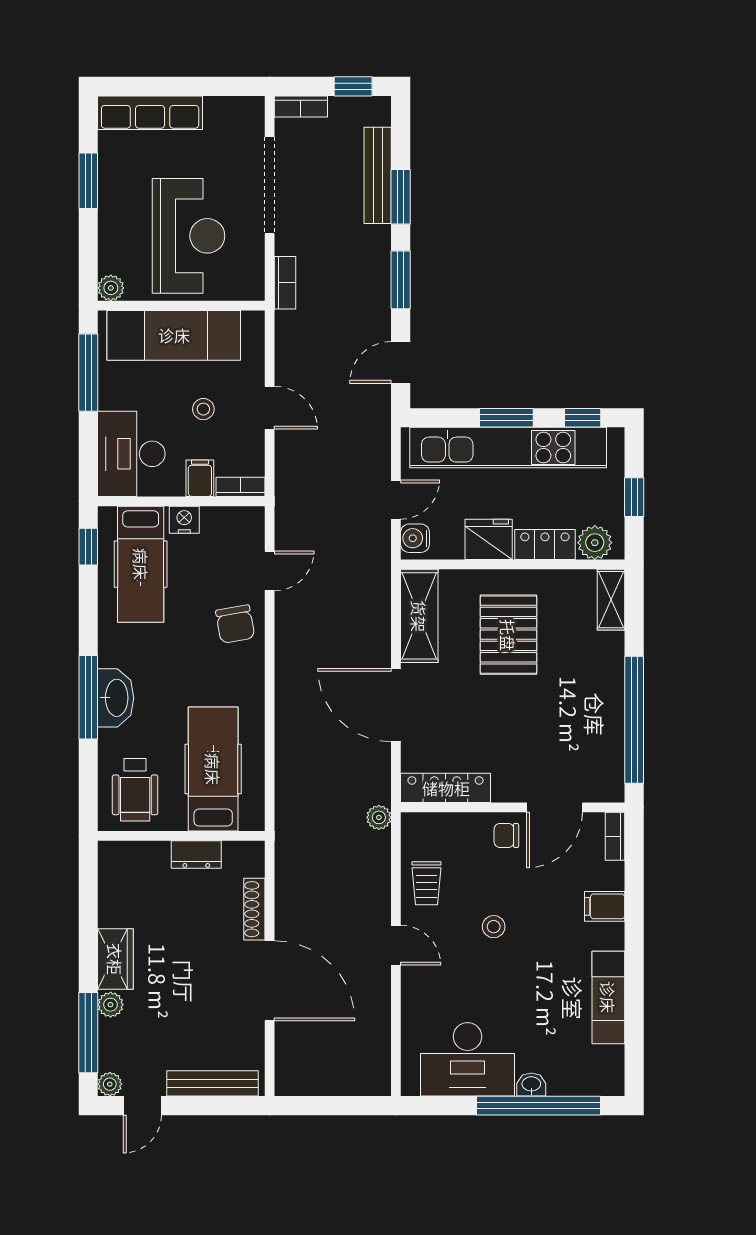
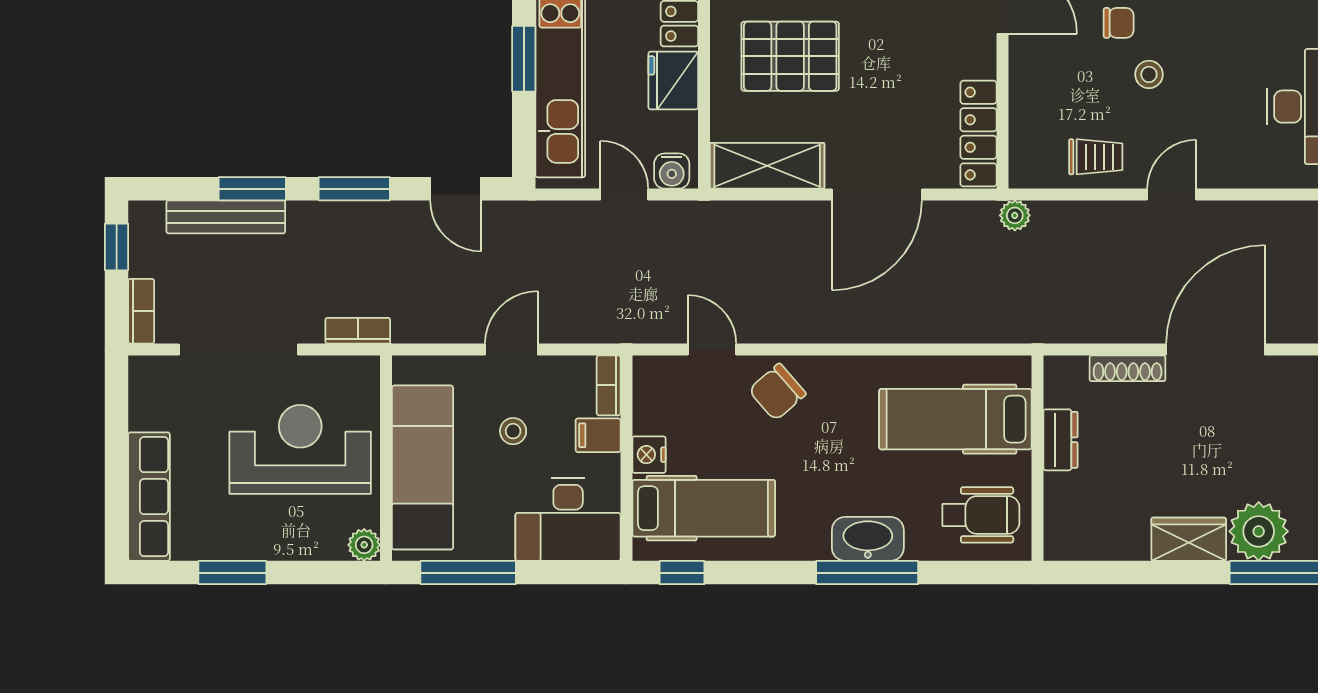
chair: (235, 624) -> (777, 392), turned 149
chair: (506, 835) -> (1119, 23), moved, turned -90
plant: (111, 1005) -> (1259, 531), width x1.87, depth x1.87

